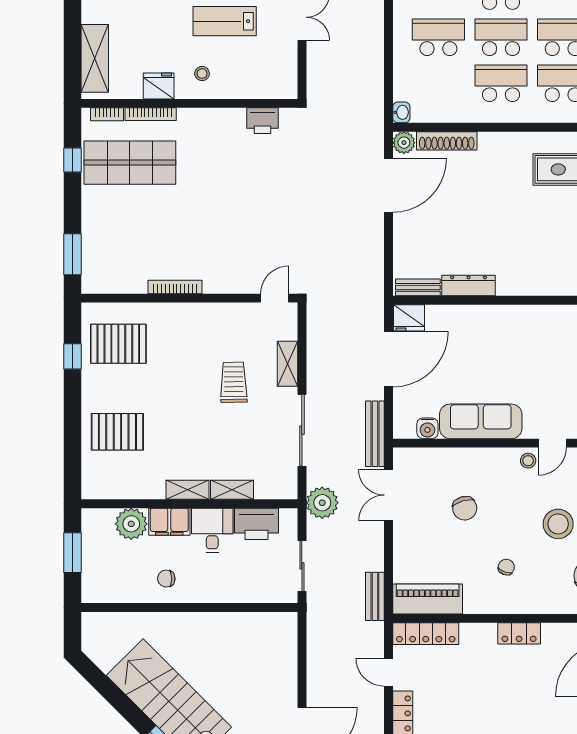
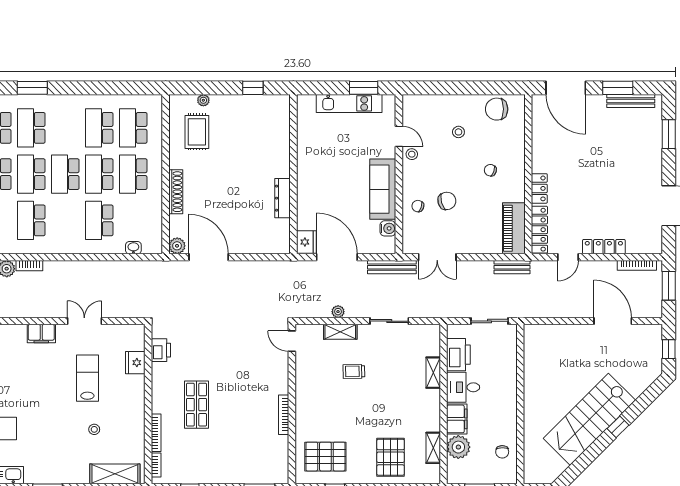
lab bench: (225, 21) -> (87, 378), turned 180
stool: (202, 74) -> (94, 429), moved
fridge: (159, 86) -> (135, 363), moved
washbasin: (401, 112) -> (133, 248), moved
shoe rack: (447, 141) -> (176, 192), moved
shop shelf: (130, 163) -> (197, 405), moved, width x0.70, depth x0.74
bench: (418, 287) -> (284, 235), removed
pallet: (118, 344) -> (325, 457), turned 90
trolley: (234, 382) -> (354, 371), width x0.73, depth x0.72
sliding door: (302, 430) -> (389, 321), width x0.73
chair: (458, 469) -> (418, 206), added
shelving: (188, 490) -> (433, 448), moved
plant: (322, 503) -> (338, 312), moved, width x0.53, depth x0.53
stool: (558, 524) -> (458, 132), width x0.53, depth x0.53
chair: (166, 579) -> (502, 452), moved
locker: (519, 633) -> (539, 188), moved

